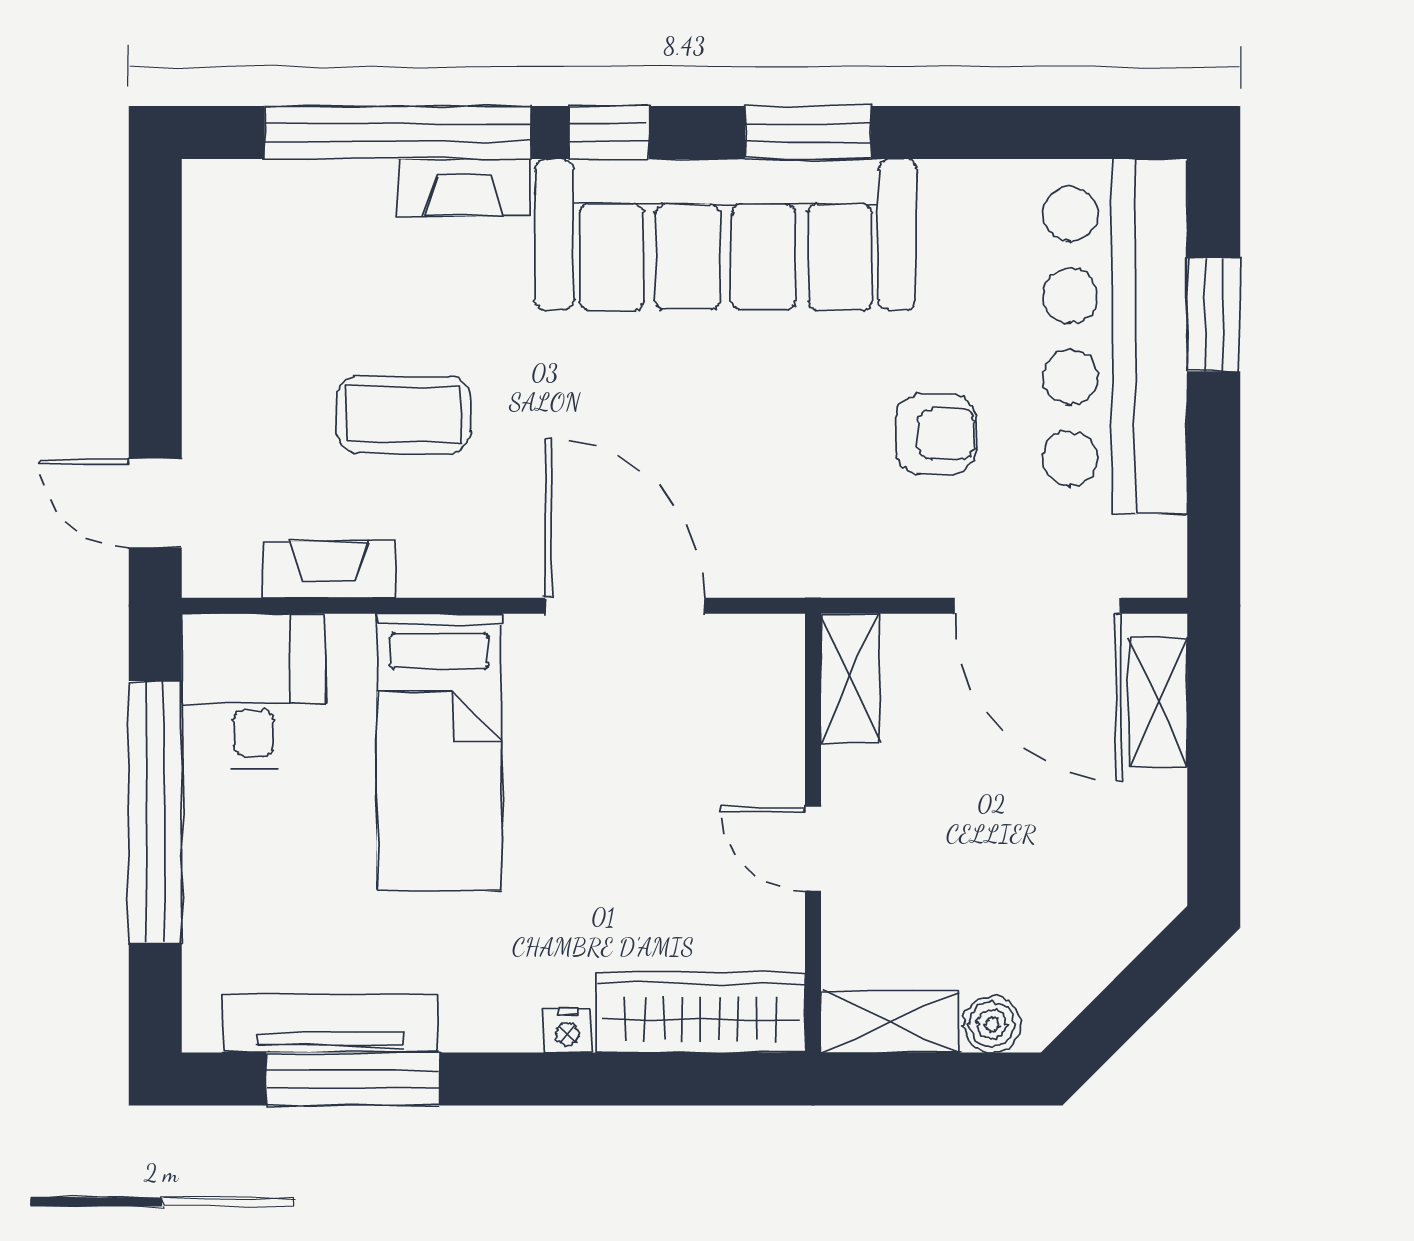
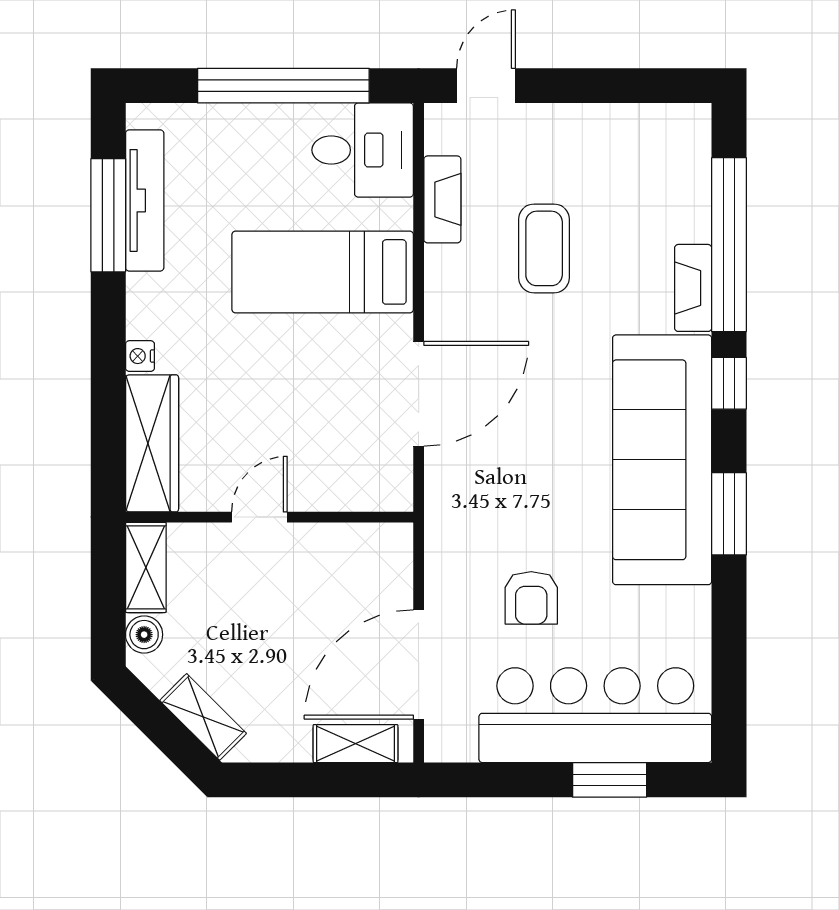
shelving: (850, 678) -> (203, 717), moved, turned 45

